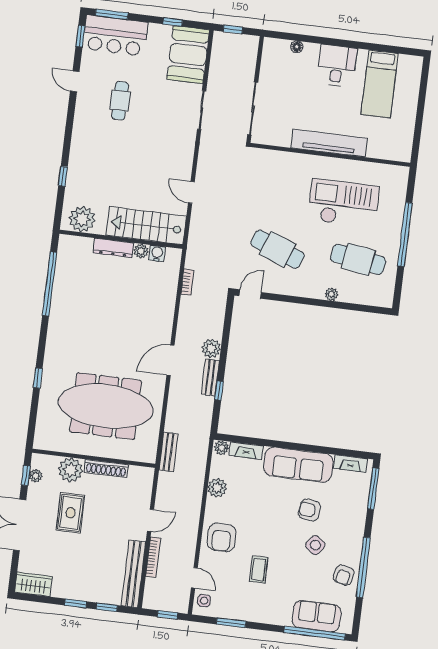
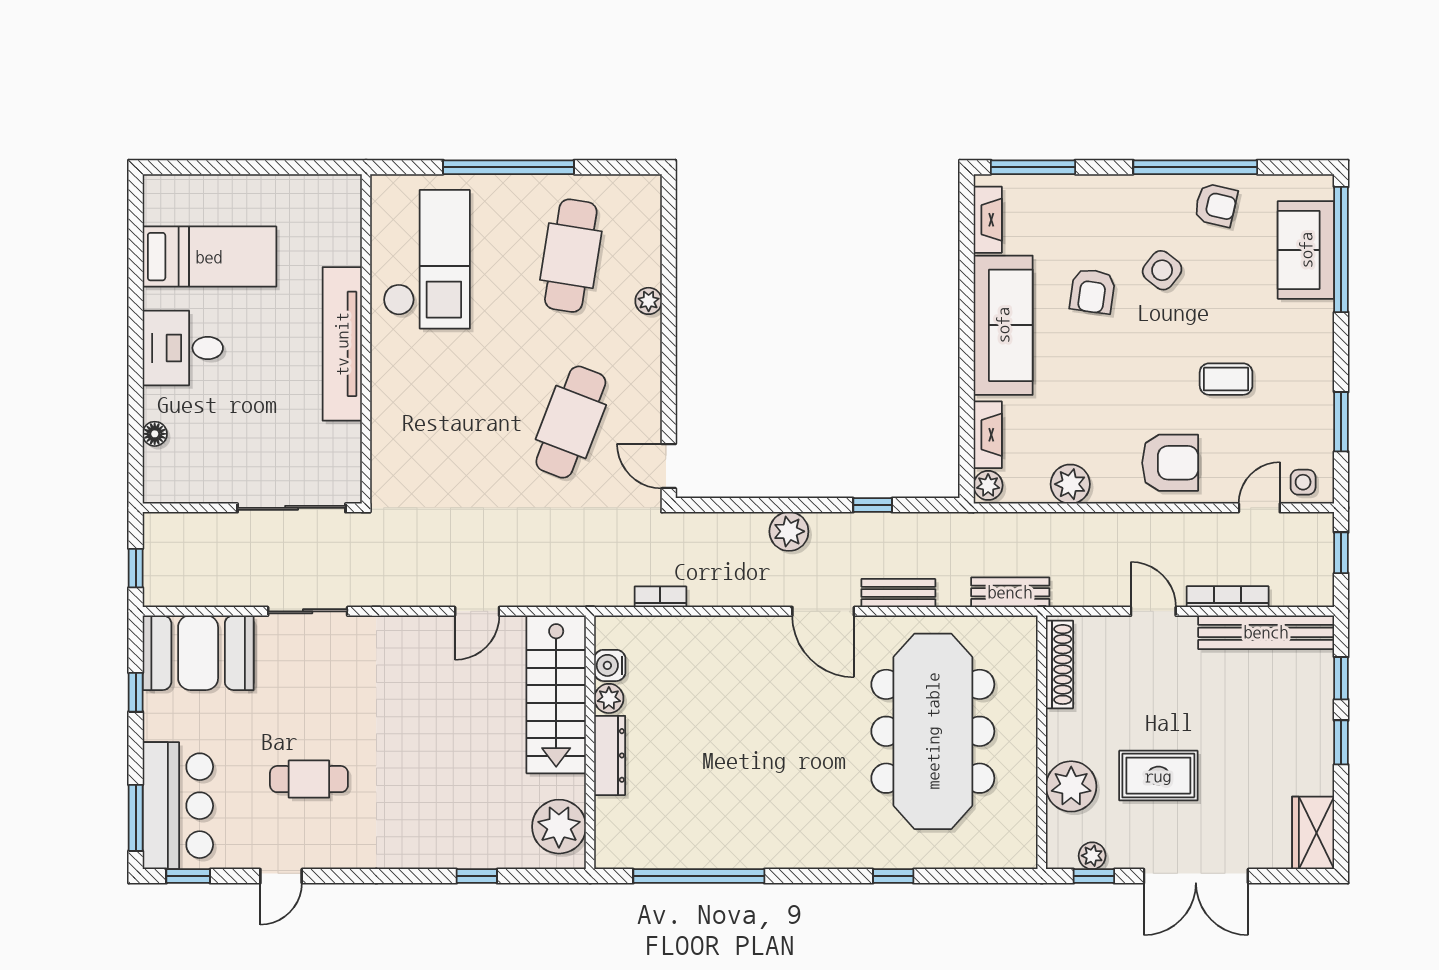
checkout: (343, 203) -> (427, 259), moved, turned 180
bench: (210, 377) -> (898, 593), moved
shoe rack: (106, 469) -> (1059, 664), moved

